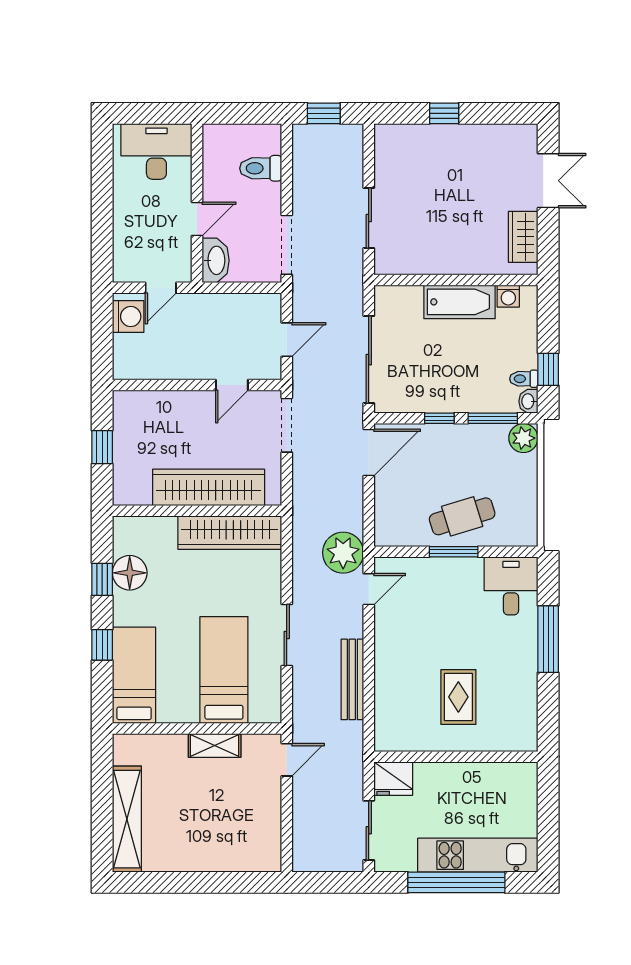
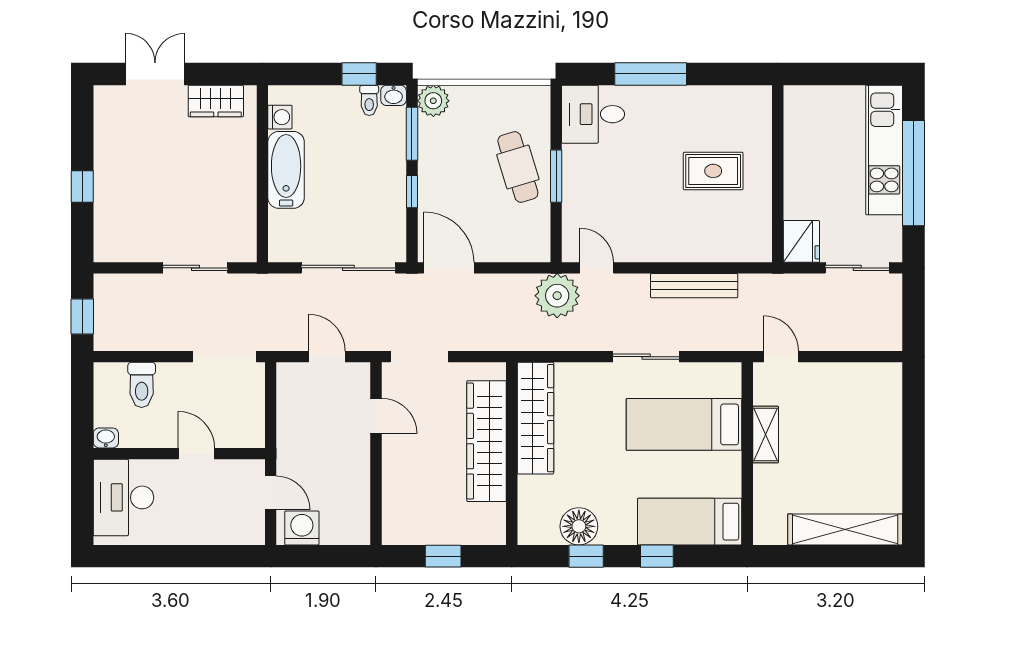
washbasin: (216, 260) -> (106, 438), moved, width x0.52, depth x0.69

